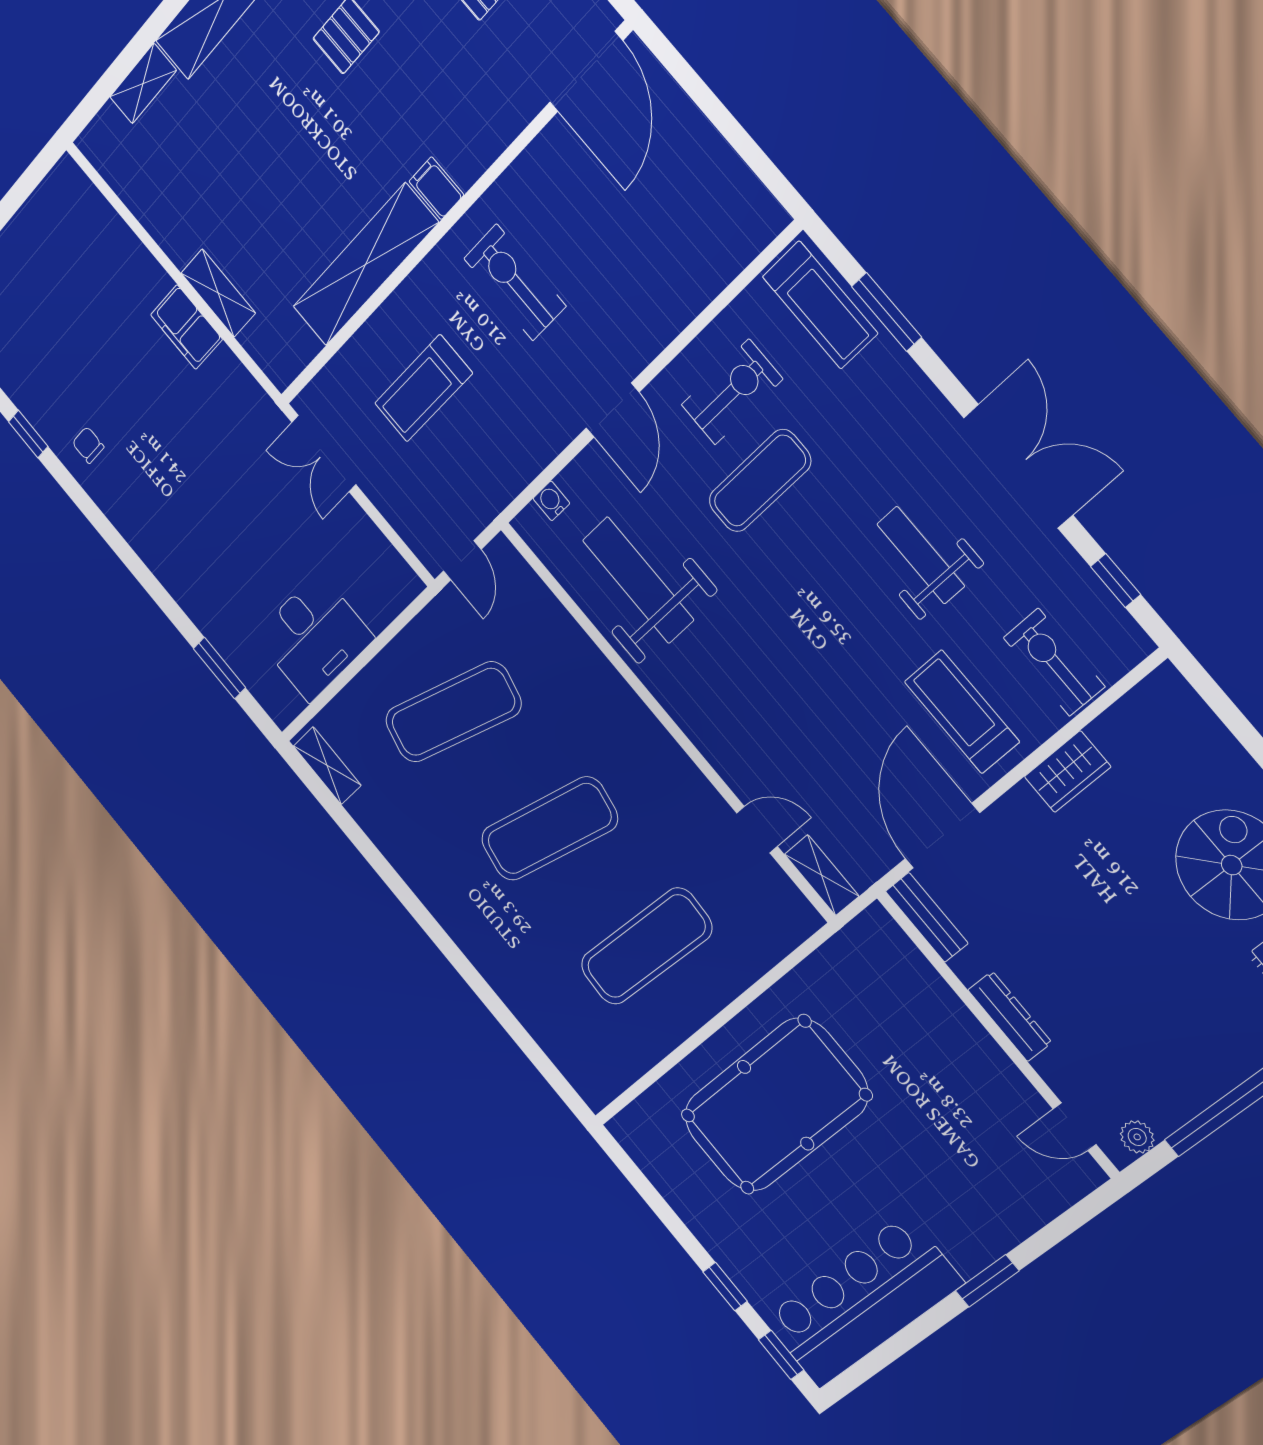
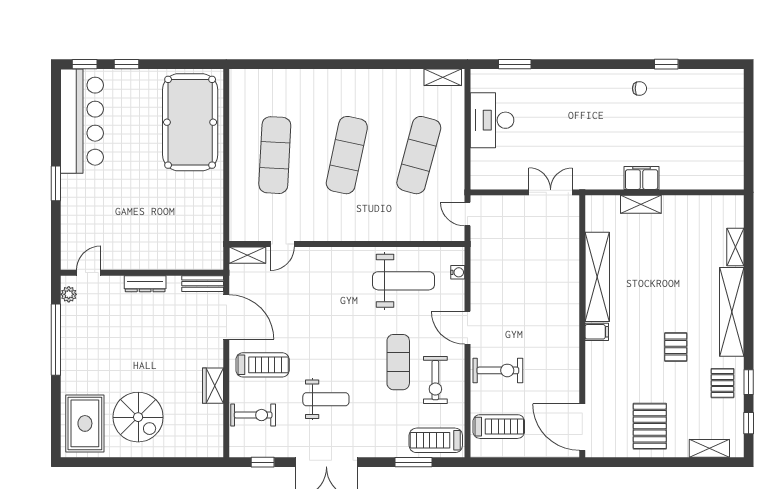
exercise bike: (515, 282) -> (498, 370), moved
treadmill: (423, 388) -> (499, 427), moved, turned 90
pool table: (776, 1105) -> (190, 122), moved

